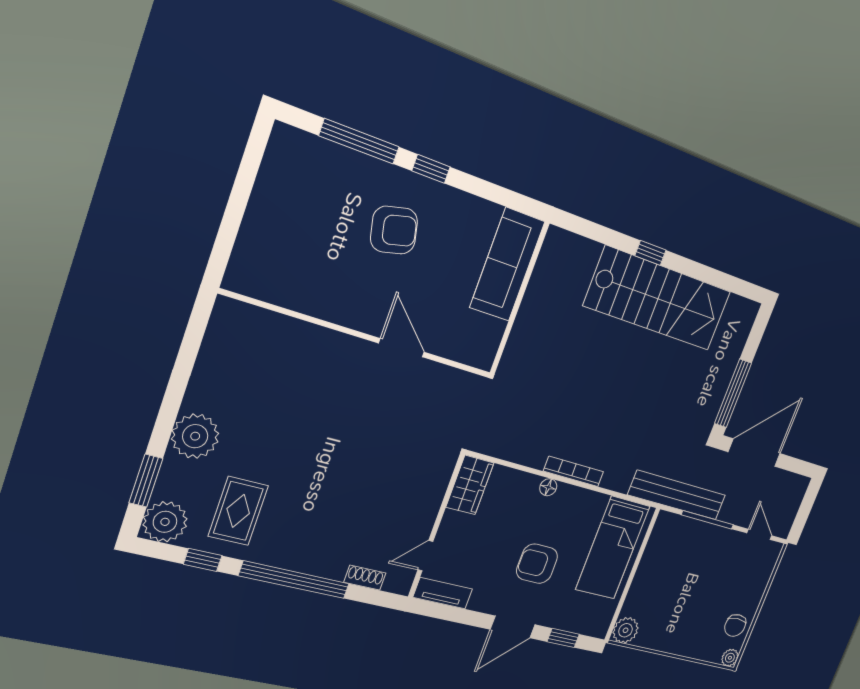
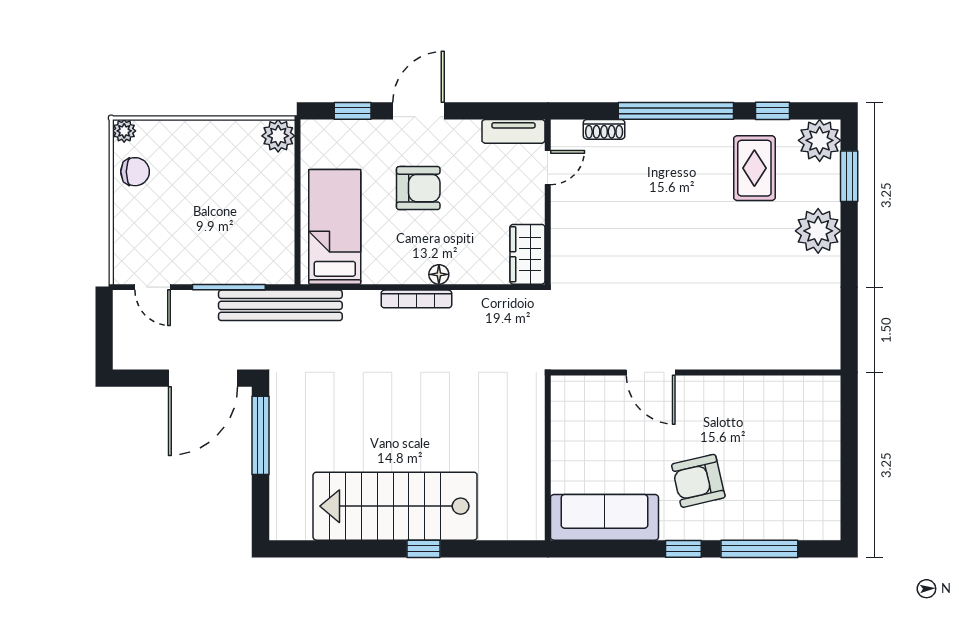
sofa: (507, 265) -> (604, 517), moved, turned -90
chair: (735, 625) -> (135, 172), turned 90

